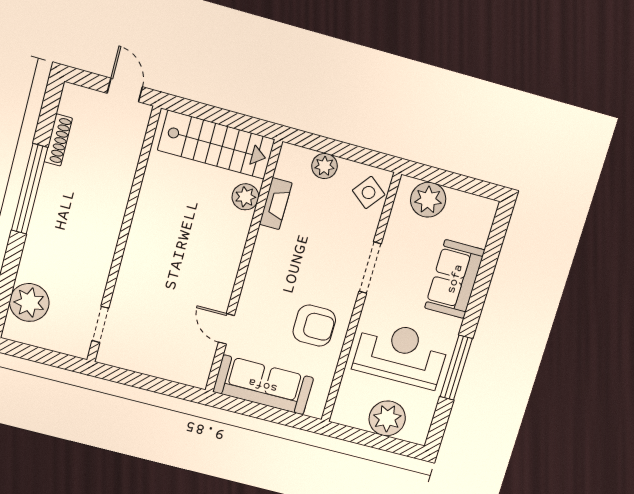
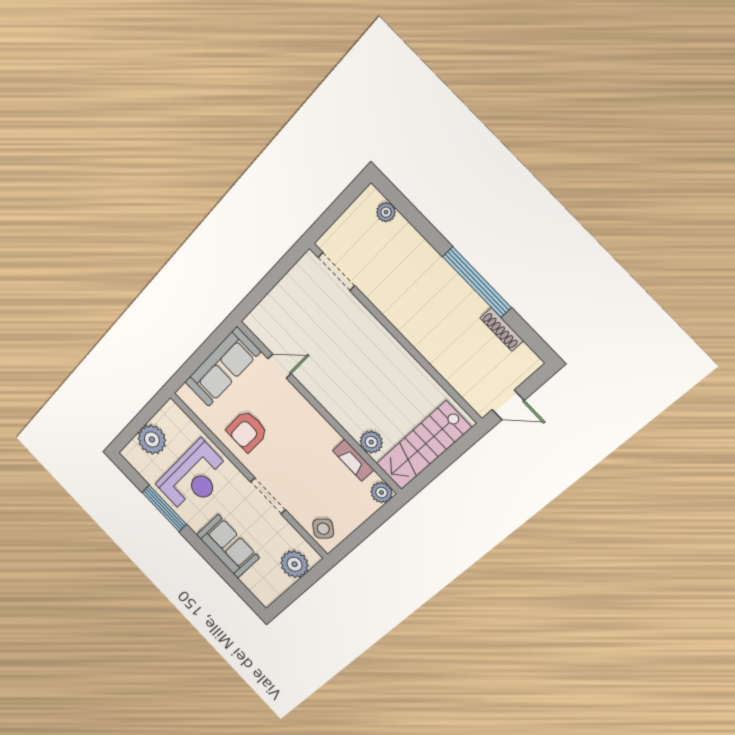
plant: (324, 166) -> (382, 492), moved
plant: (29, 302) -> (386, 212), width x0.53, depth x0.53
doorway: (100, 324) -> (336, 272), width x1.38

